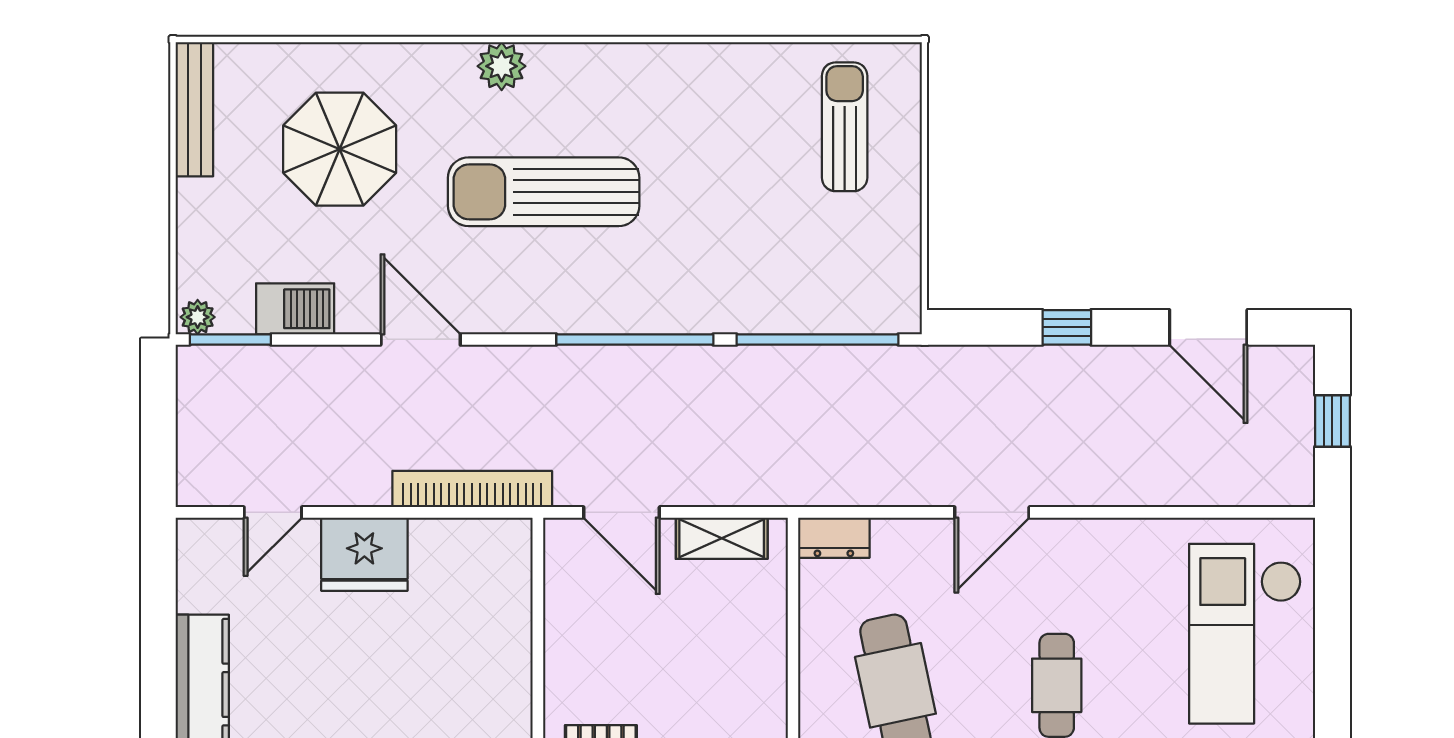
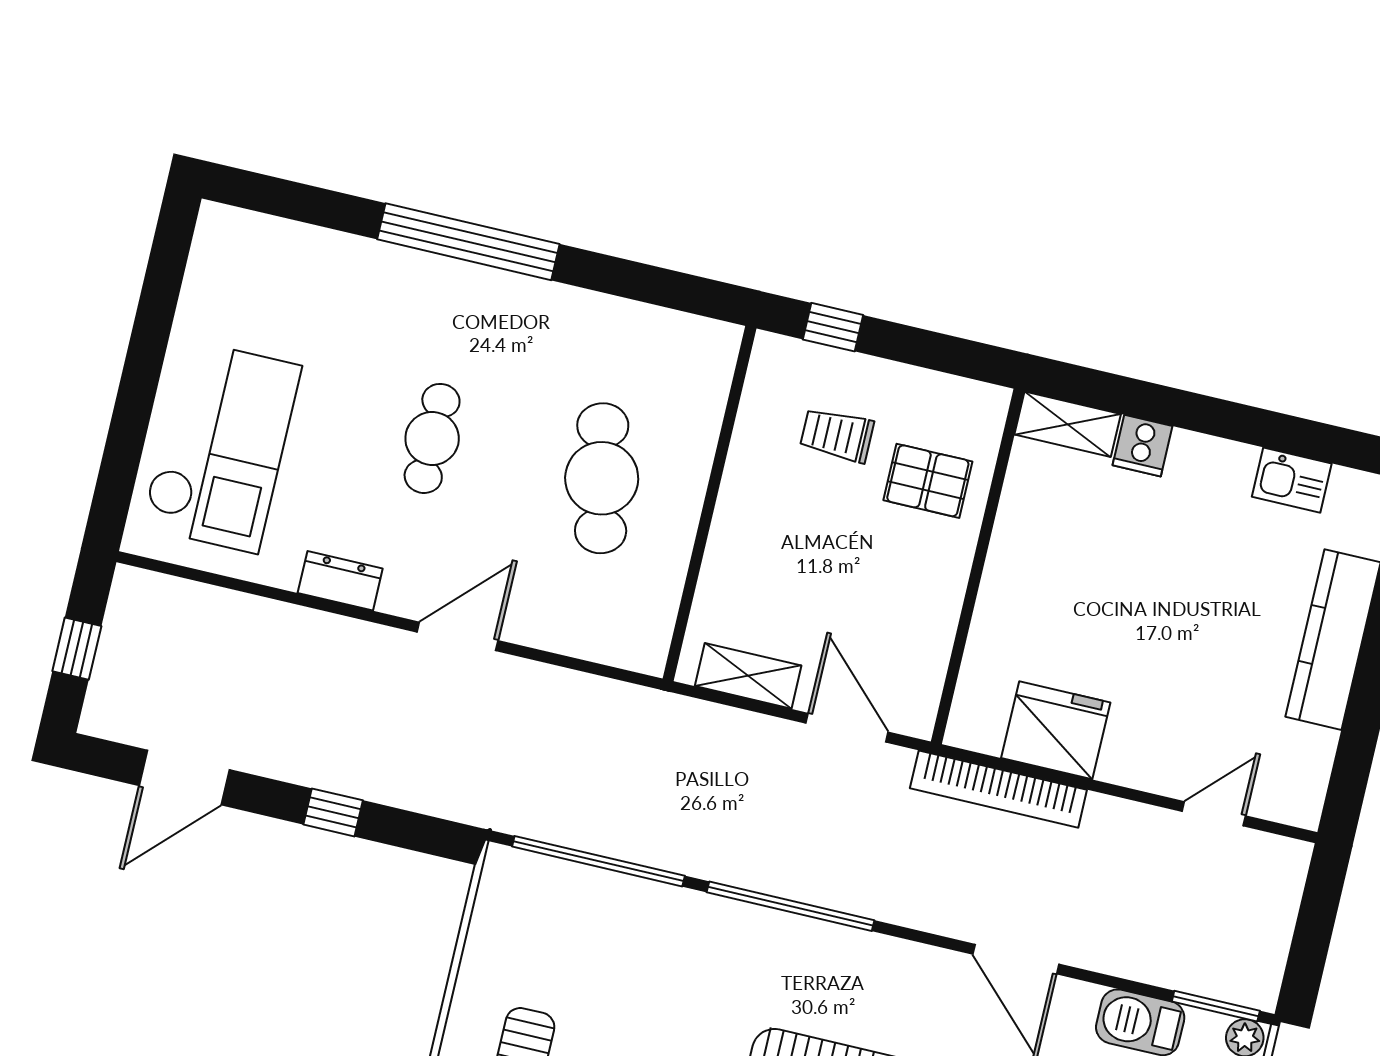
door: (1208, 327) -> (184, 778), swing flipped
dresser: (834, 538) -> (340, 581), moved
fridge: (364, 554) -> (1056, 730), moved

